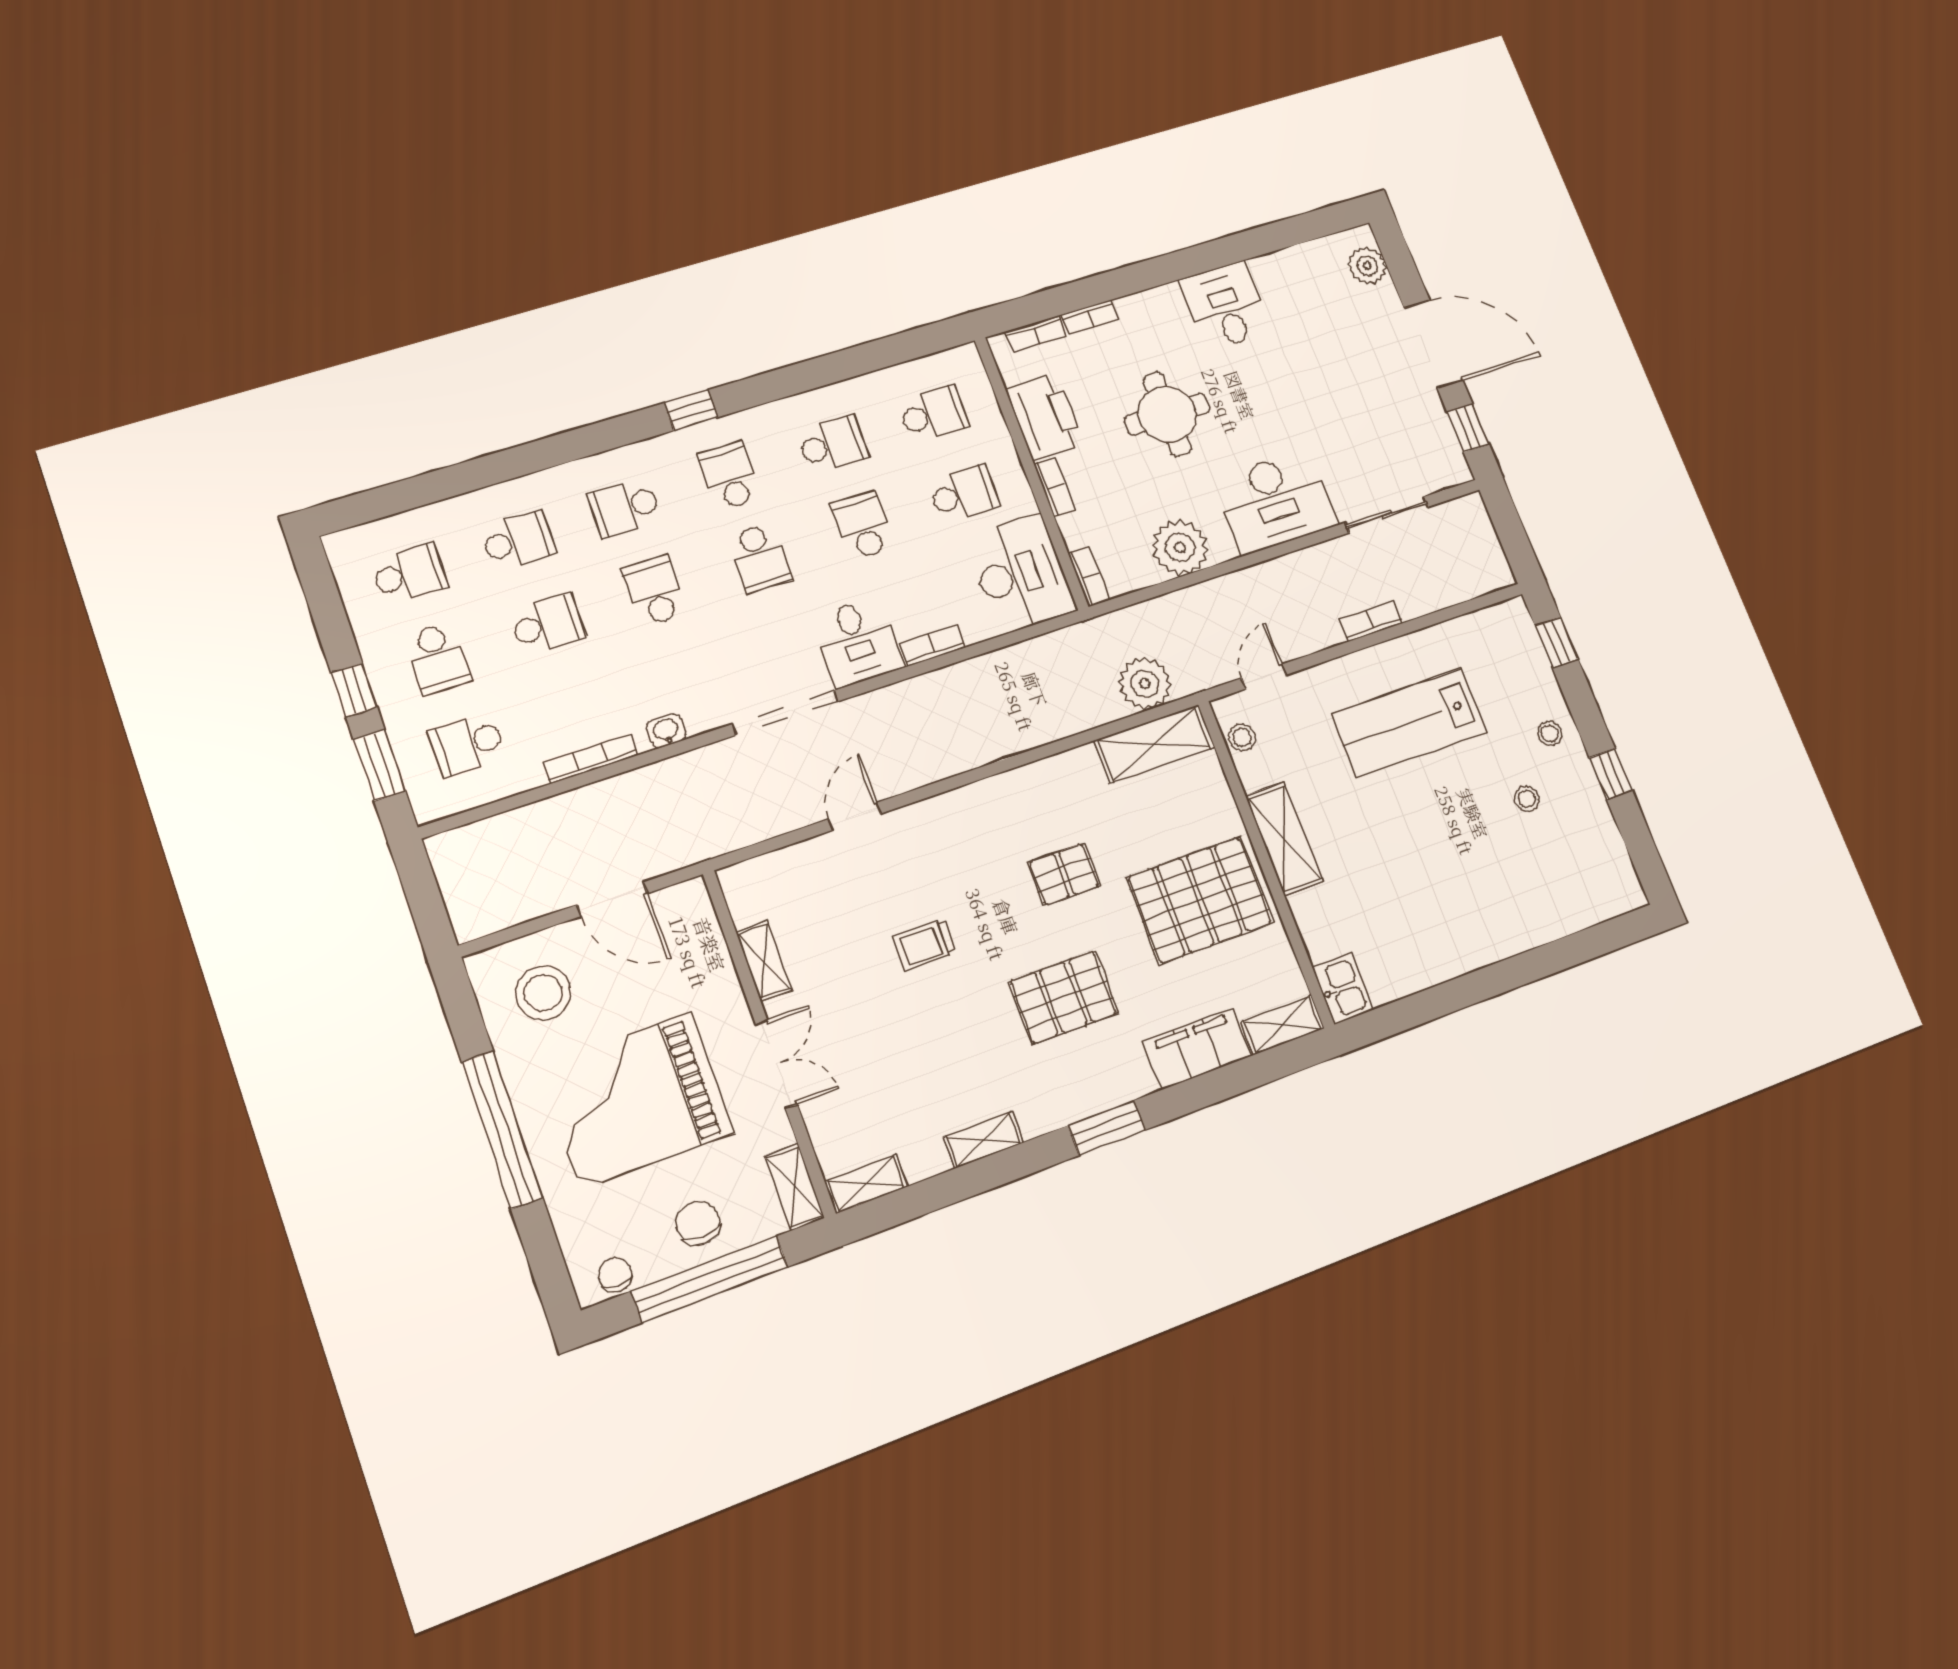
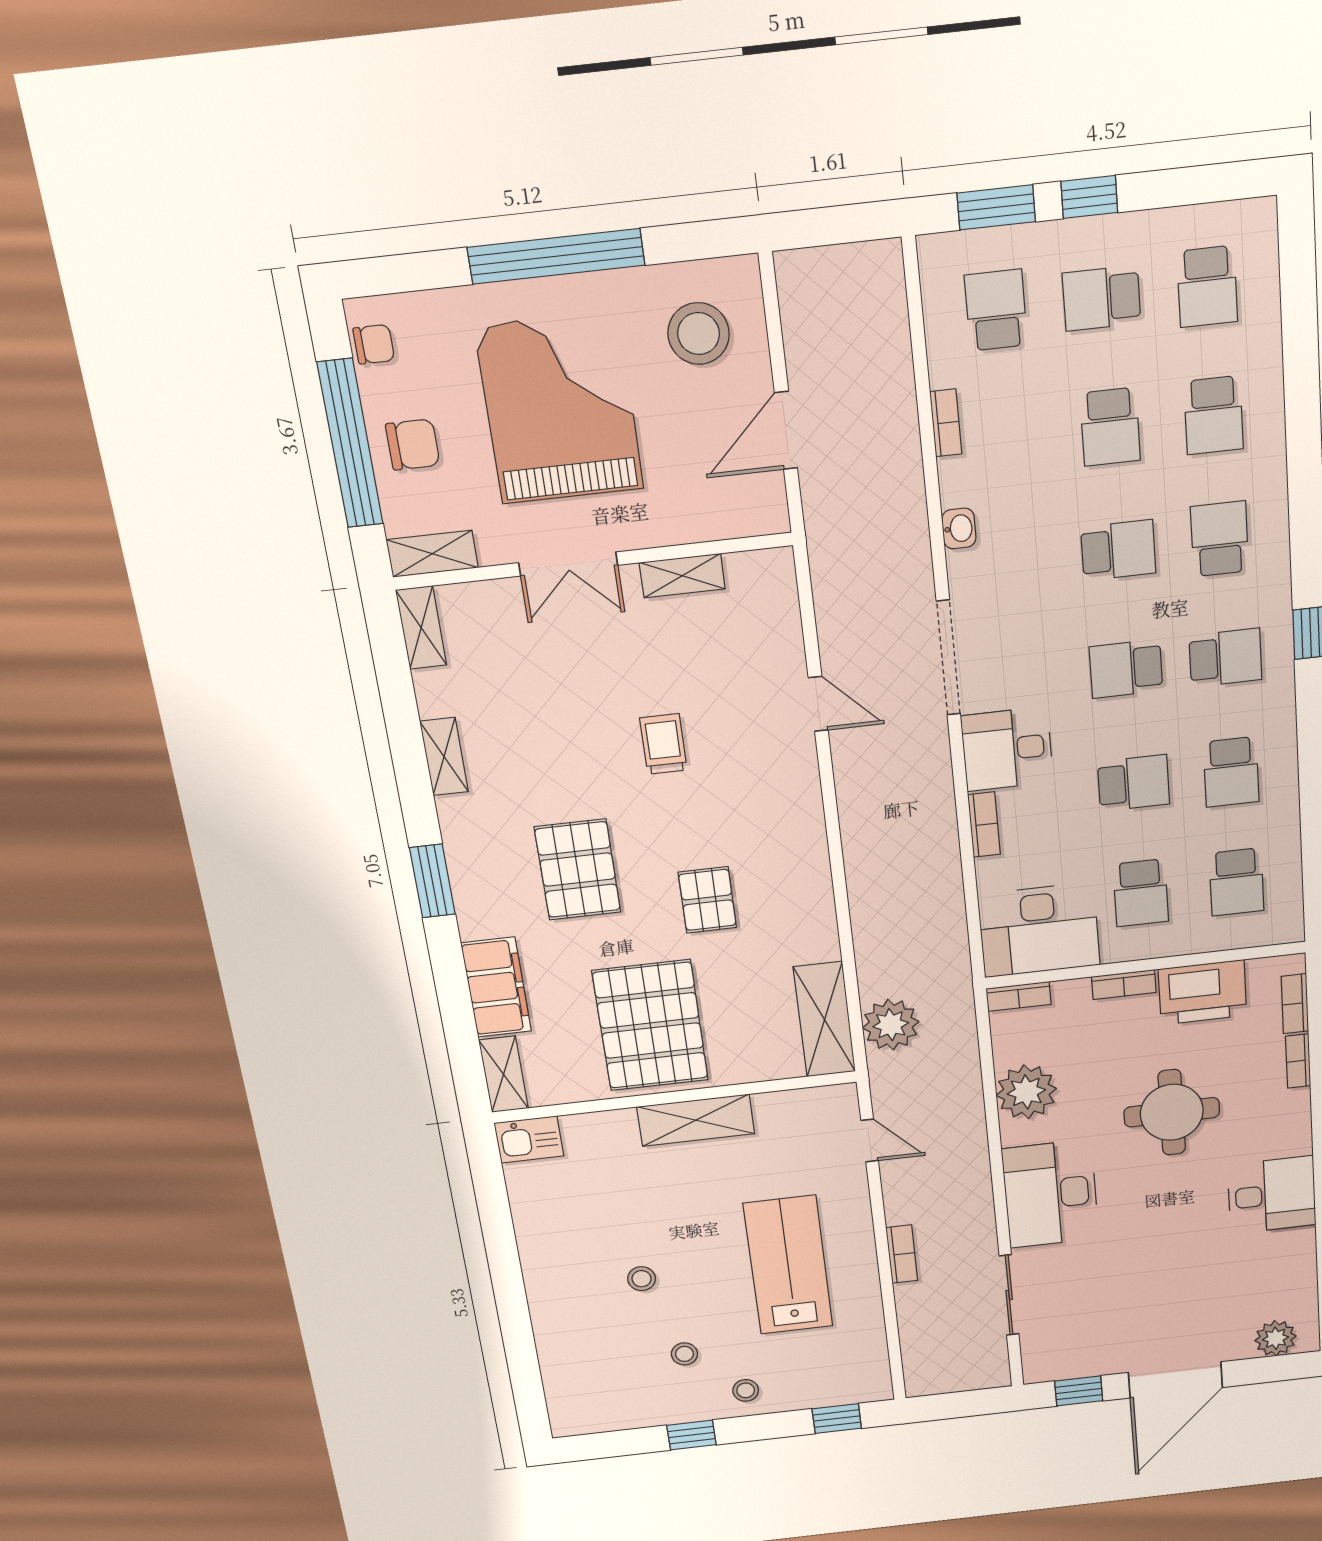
stool: (1242, 737) -> (642, 1279), moved
bookcase: (591, 759) -> (946, 423), width x0.64

